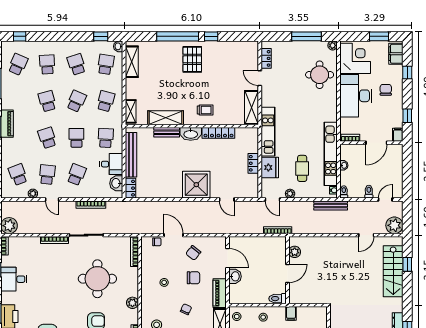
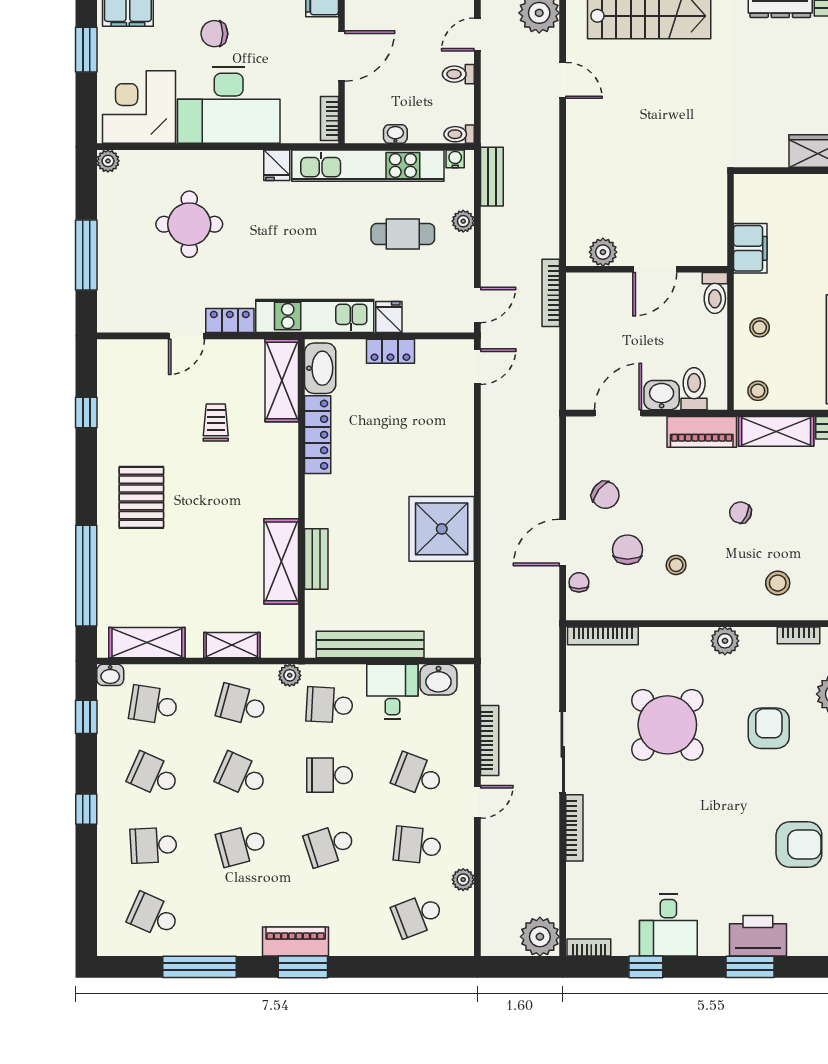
window: (20, 36) -> (86, 809), moved
window: (178, 36) -> (86, 576), moved
window: (211, 36) -> (86, 413), moved
window: (306, 36) -> (86, 255), moved
locker: (266, 58) -> (230, 321), moved
pallet: (192, 59) -> (141, 497), turned 90
school desk: (76, 64) -> (154, 775), turned 42
round table: (320, 75) -> (189, 224), moved
shelving: (251, 108) -> (282, 380), moved, turned 90
trolley: (205, 110) -> (216, 423), moved
shelving: (131, 111) -> (232, 645), moved
fridge: (331, 116) -> (277, 165), added
plant: (118, 121) -> (290, 675), added
washbasin: (191, 134) -> (320, 368), moved
door: (376, 143) -> (341, 56), hinge flipped
fridge: (270, 167) -> (389, 317), width x0.53, depth x0.75
shower: (196, 185) -> (442, 529), moved
locker: (130, 188) -> (450, 646), removed
plant: (290, 194) -> (463, 221), moved
door: (52, 200) -> (477, 802), moved
door: (227, 200) -> (477, 367), moved
door: (385, 200) -> (477, 35), hinge flipped
bench: (331, 206) -> (492, 177), width x0.73
door: (287, 273) -> (655, 269), swing flipped
chair: (193, 278) -> (627, 550), moved
round table: (97, 279) -> (667, 725), turned 45
toilet: (238, 290) -> (694, 389), added
filing cabinet: (291, 313) -> (750, 248), width x2.00

